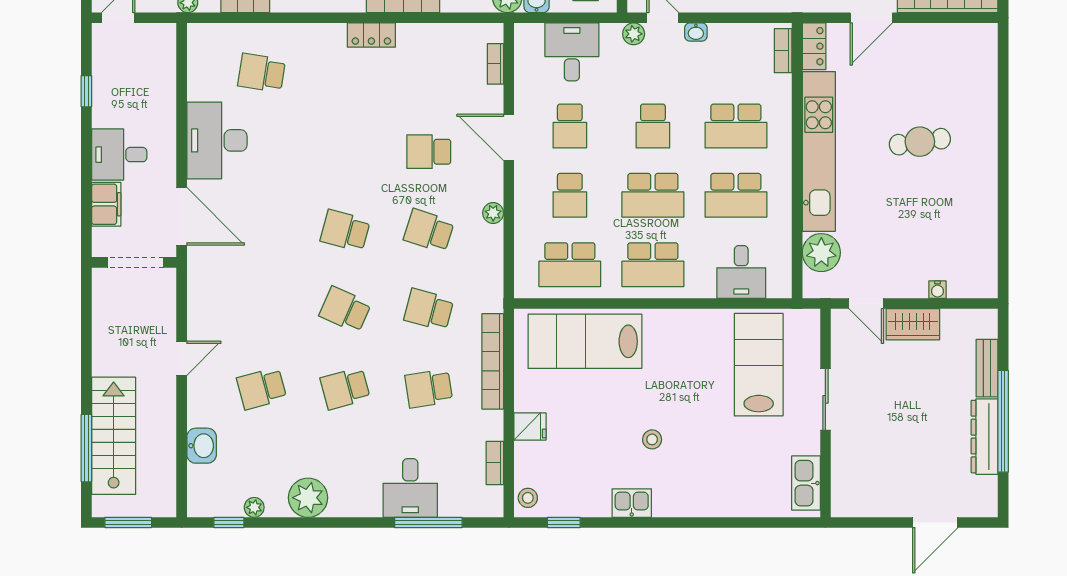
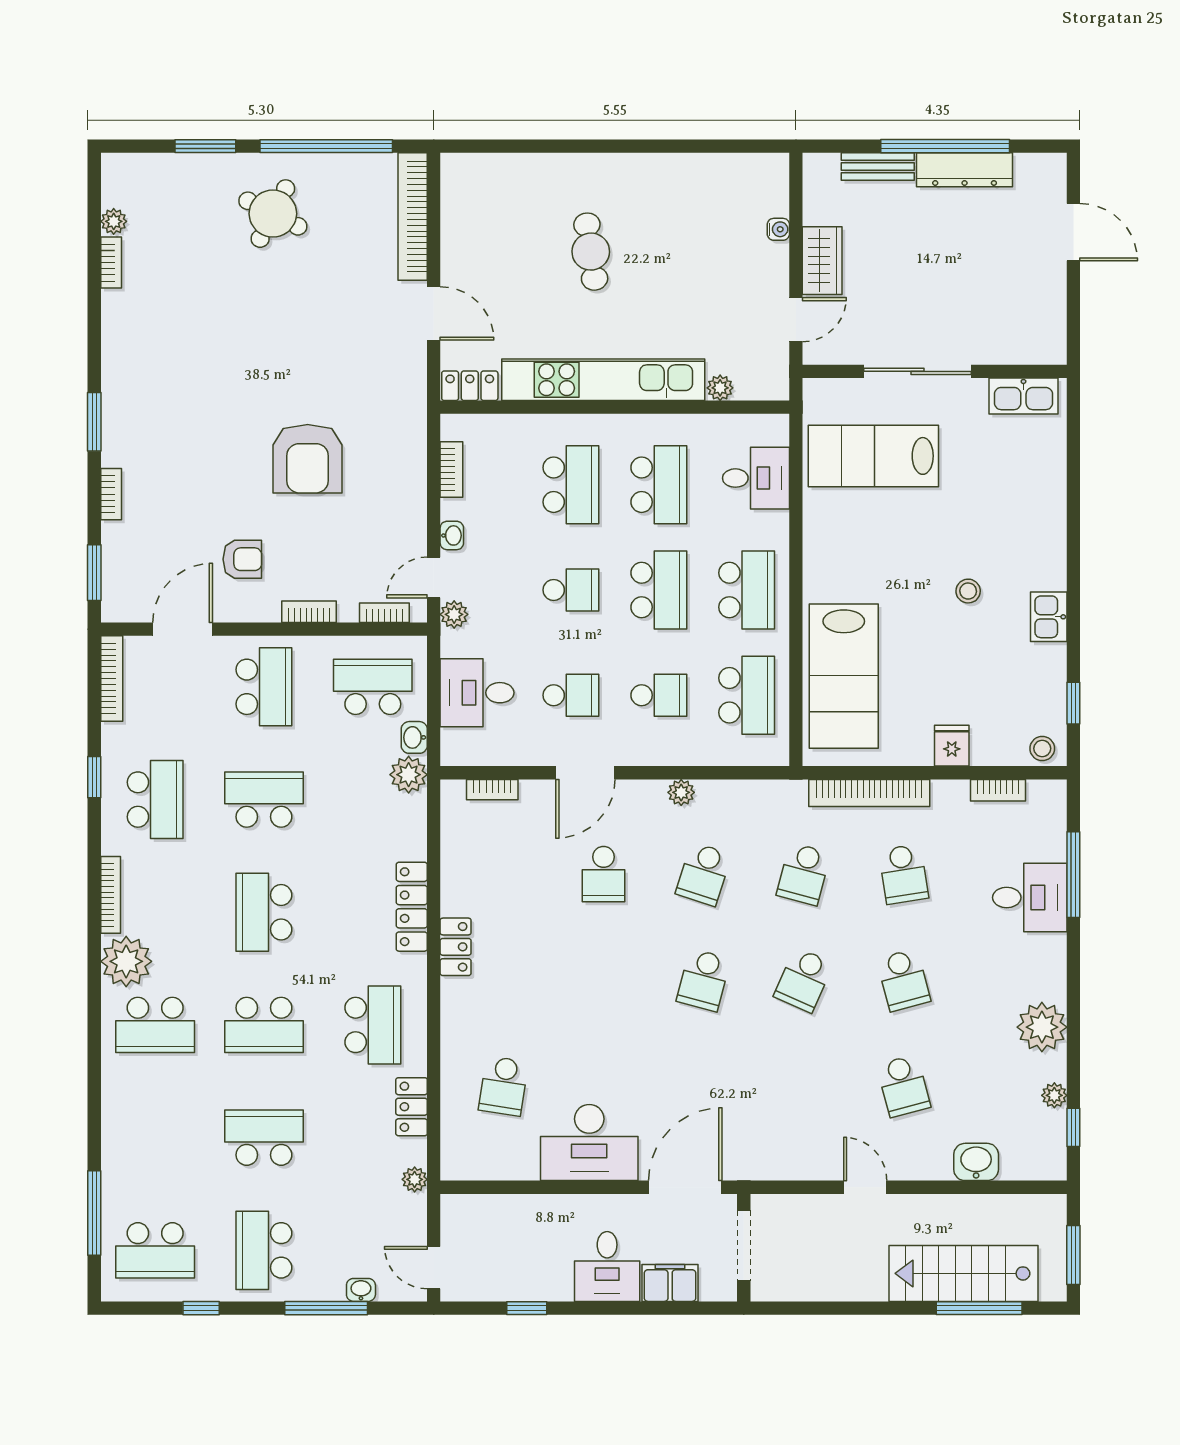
bookcase: (783, 51) -> (451, 469), moved, turned -90
plant: (821, 253) -> (720, 388), width x0.53, depth x0.53
sliding door: (825, 399) -> (917, 371), width x1.37

